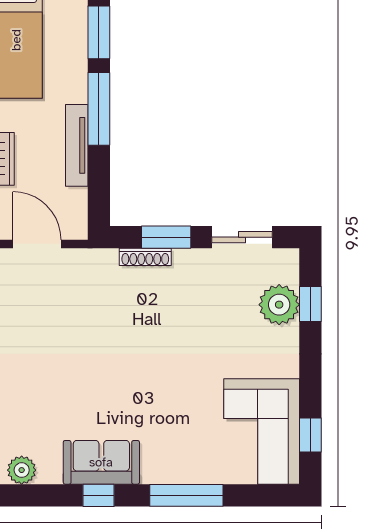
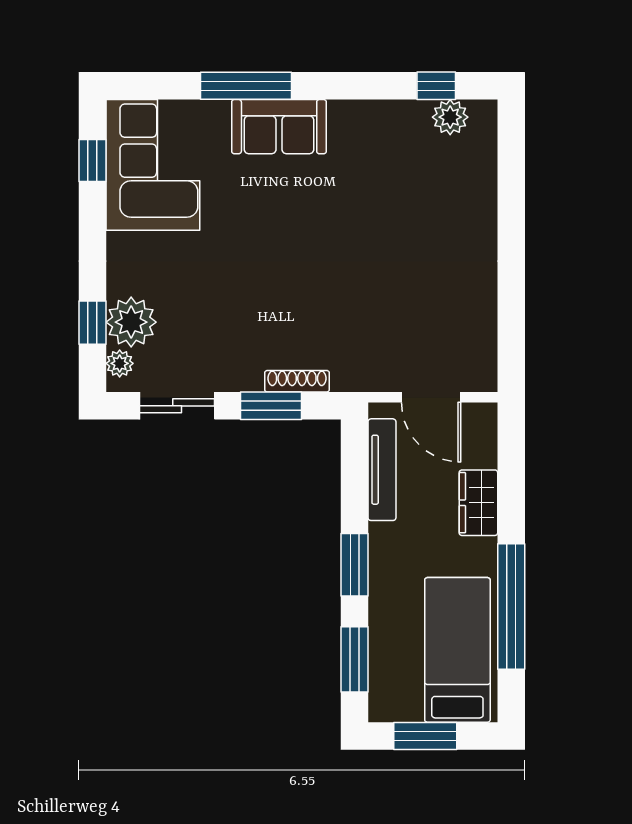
window: (99, 109) -> (355, 565), width x0.69
tv unit: (77, 145) -> (382, 470), moved
plant: (288, 271) -> (120, 363), added
sofa: (101, 462) -> (279, 127), moved
window: (98, 495) -> (436, 86), moved

